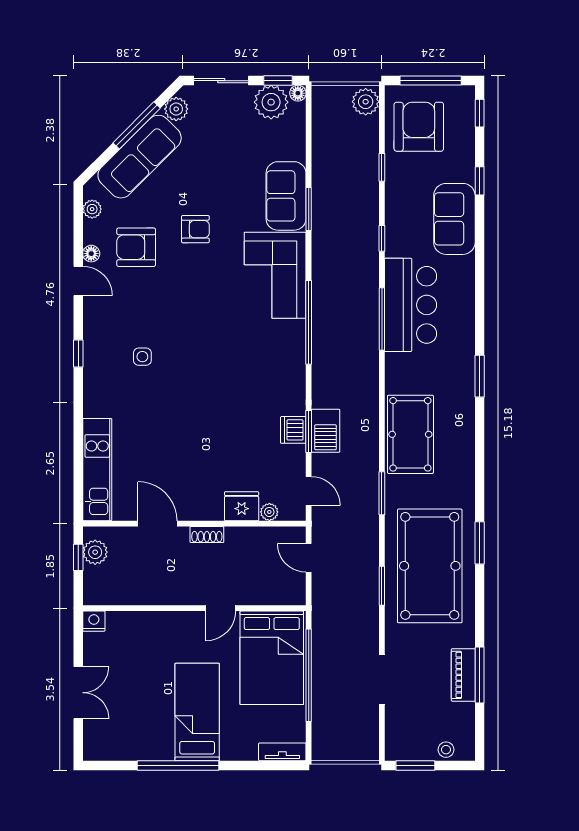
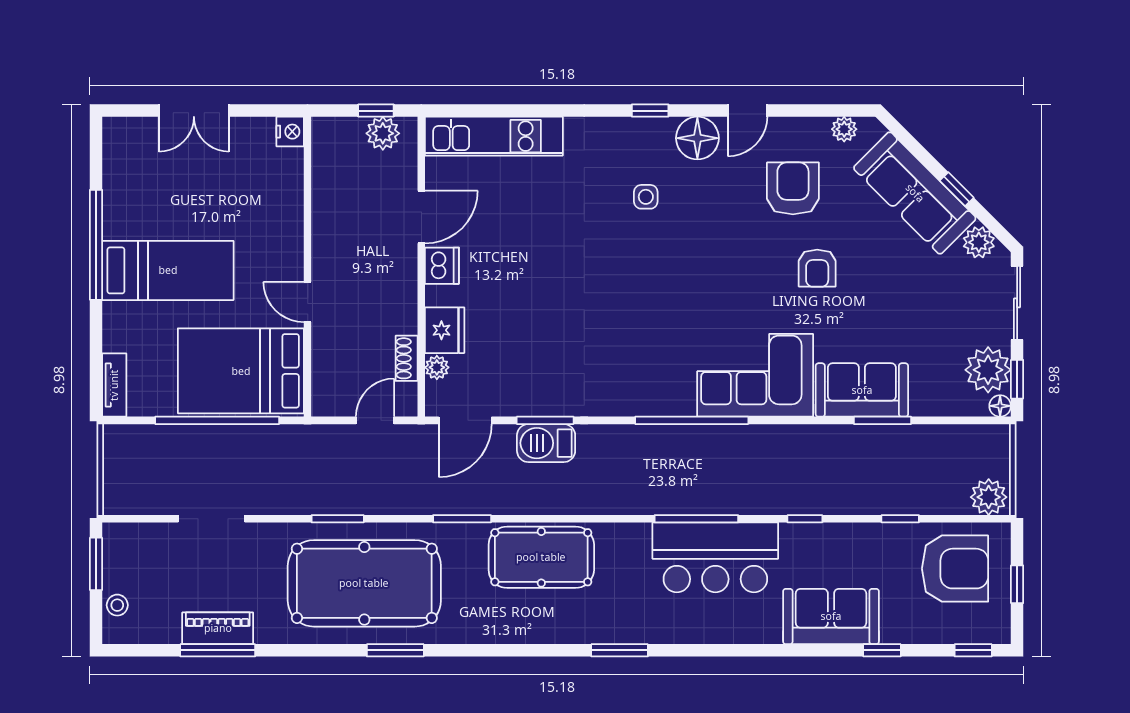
window: (431, 81) -> (1017, 584), width x0.46
window: (137, 125) -> (957, 189), width x0.46
window: (309, 209) -> (882, 420), moved
floor lamp: (91, 254) -> (697, 138), moved, width x1.89, depth x1.89
dishwasher: (293, 430) -> (442, 266), moved, turned 90
door: (309, 491) -> (465, 420), width x1.38
shoe rack: (207, 535) -> (407, 358), moved

